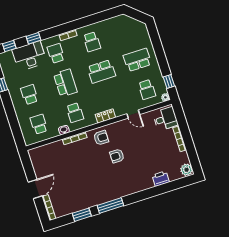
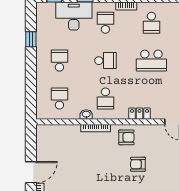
school desk: (65, 83) -> (105, 61), width x0.54

